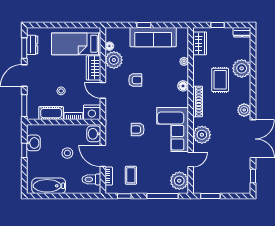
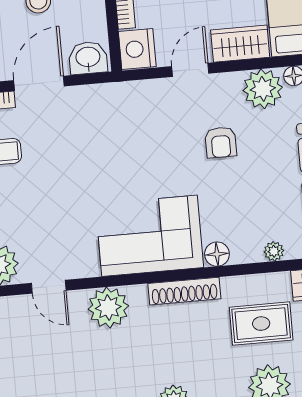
rug: (220, 80) -> (261, 324), moved
armchair: (138, 130) -> (107, 158), removed
corner sofa: (173, 130) -> (150, 236), moved

